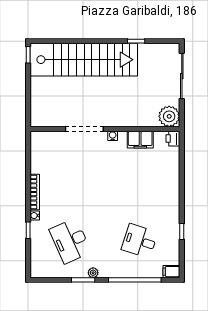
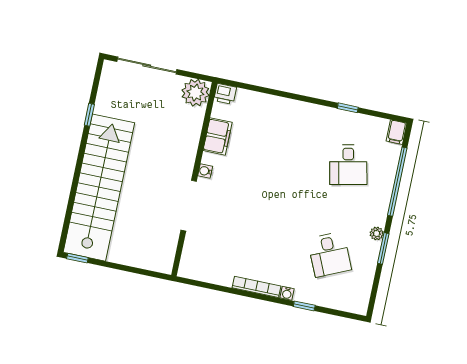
desk: (70, 241) -> (329, 254), width x0.73
desk: (140, 241) -> (348, 165), turned -30

